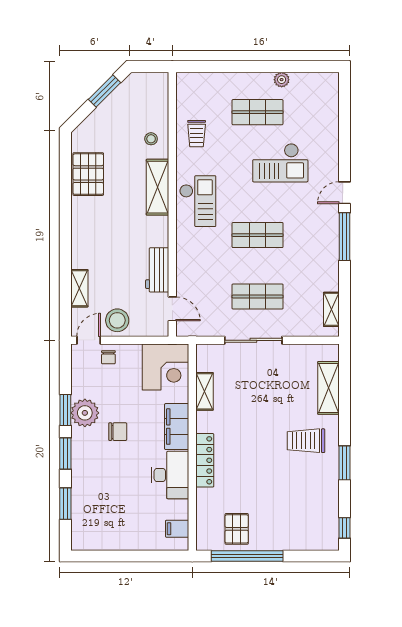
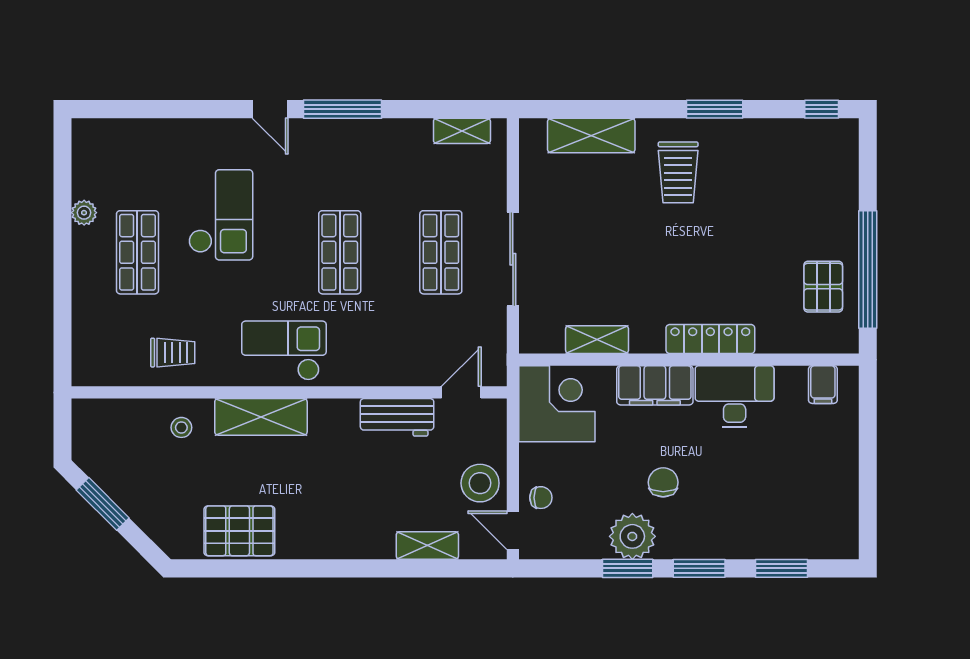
pallet: (237, 529) -> (823, 287), turned 90

